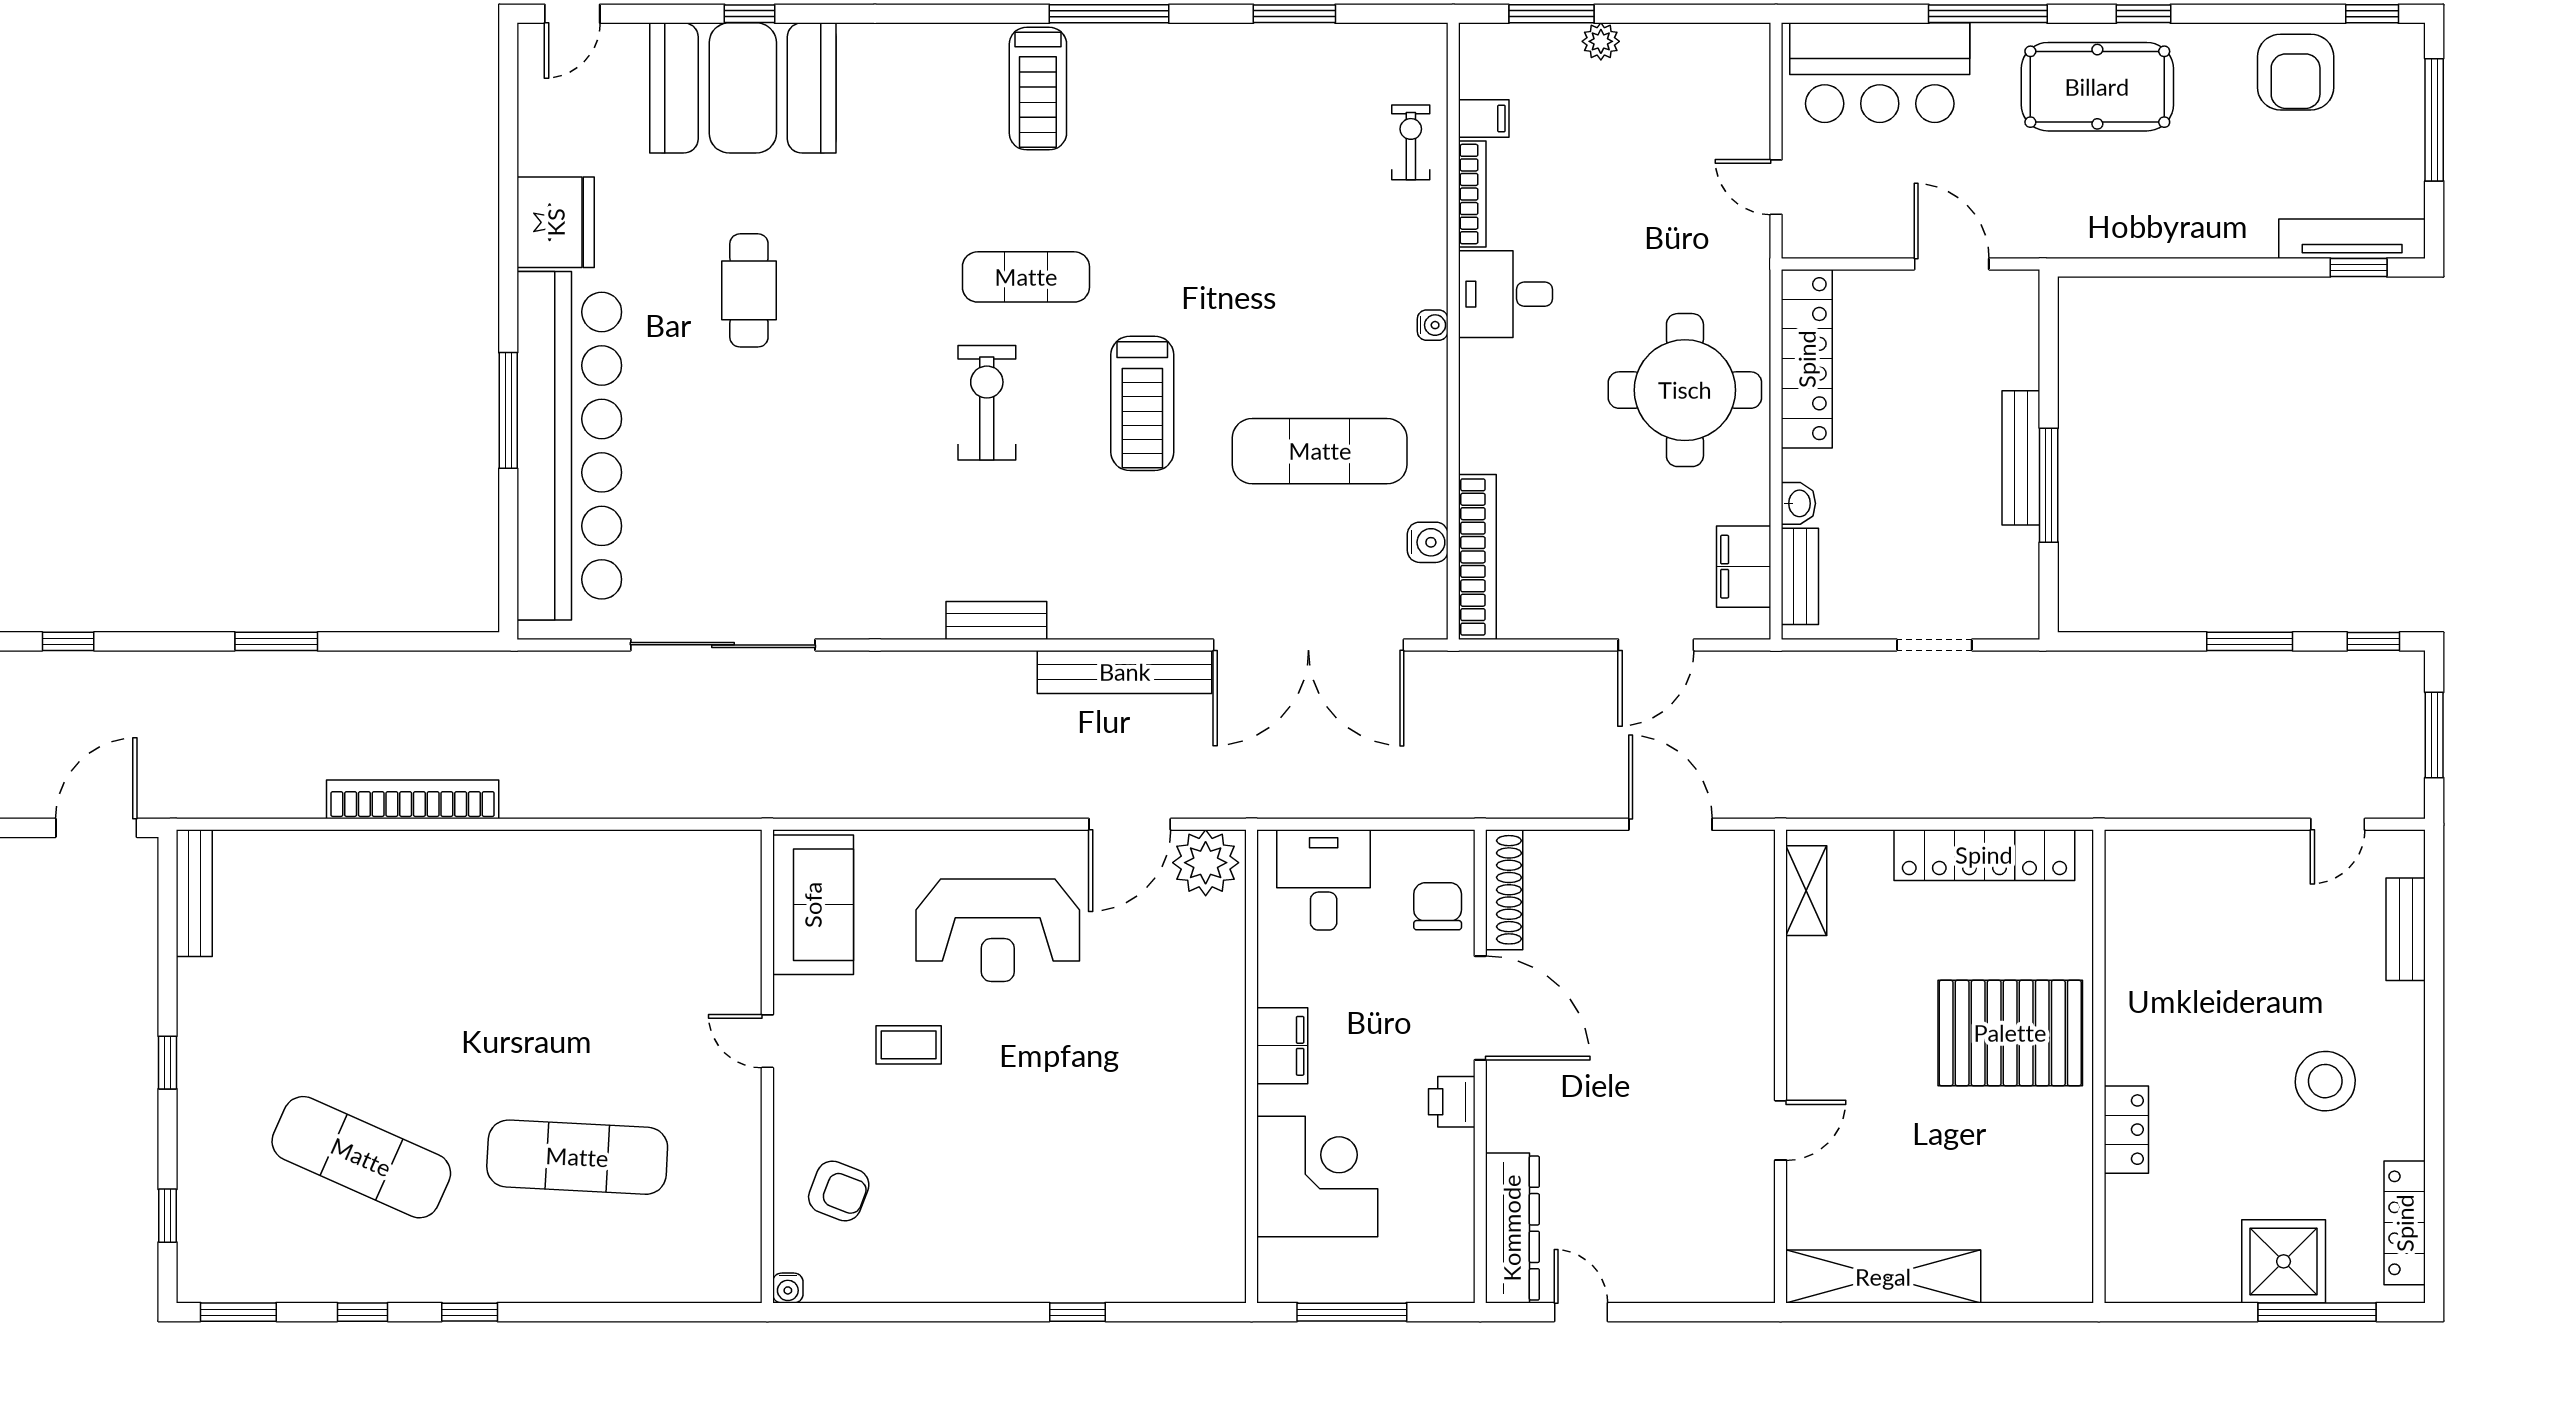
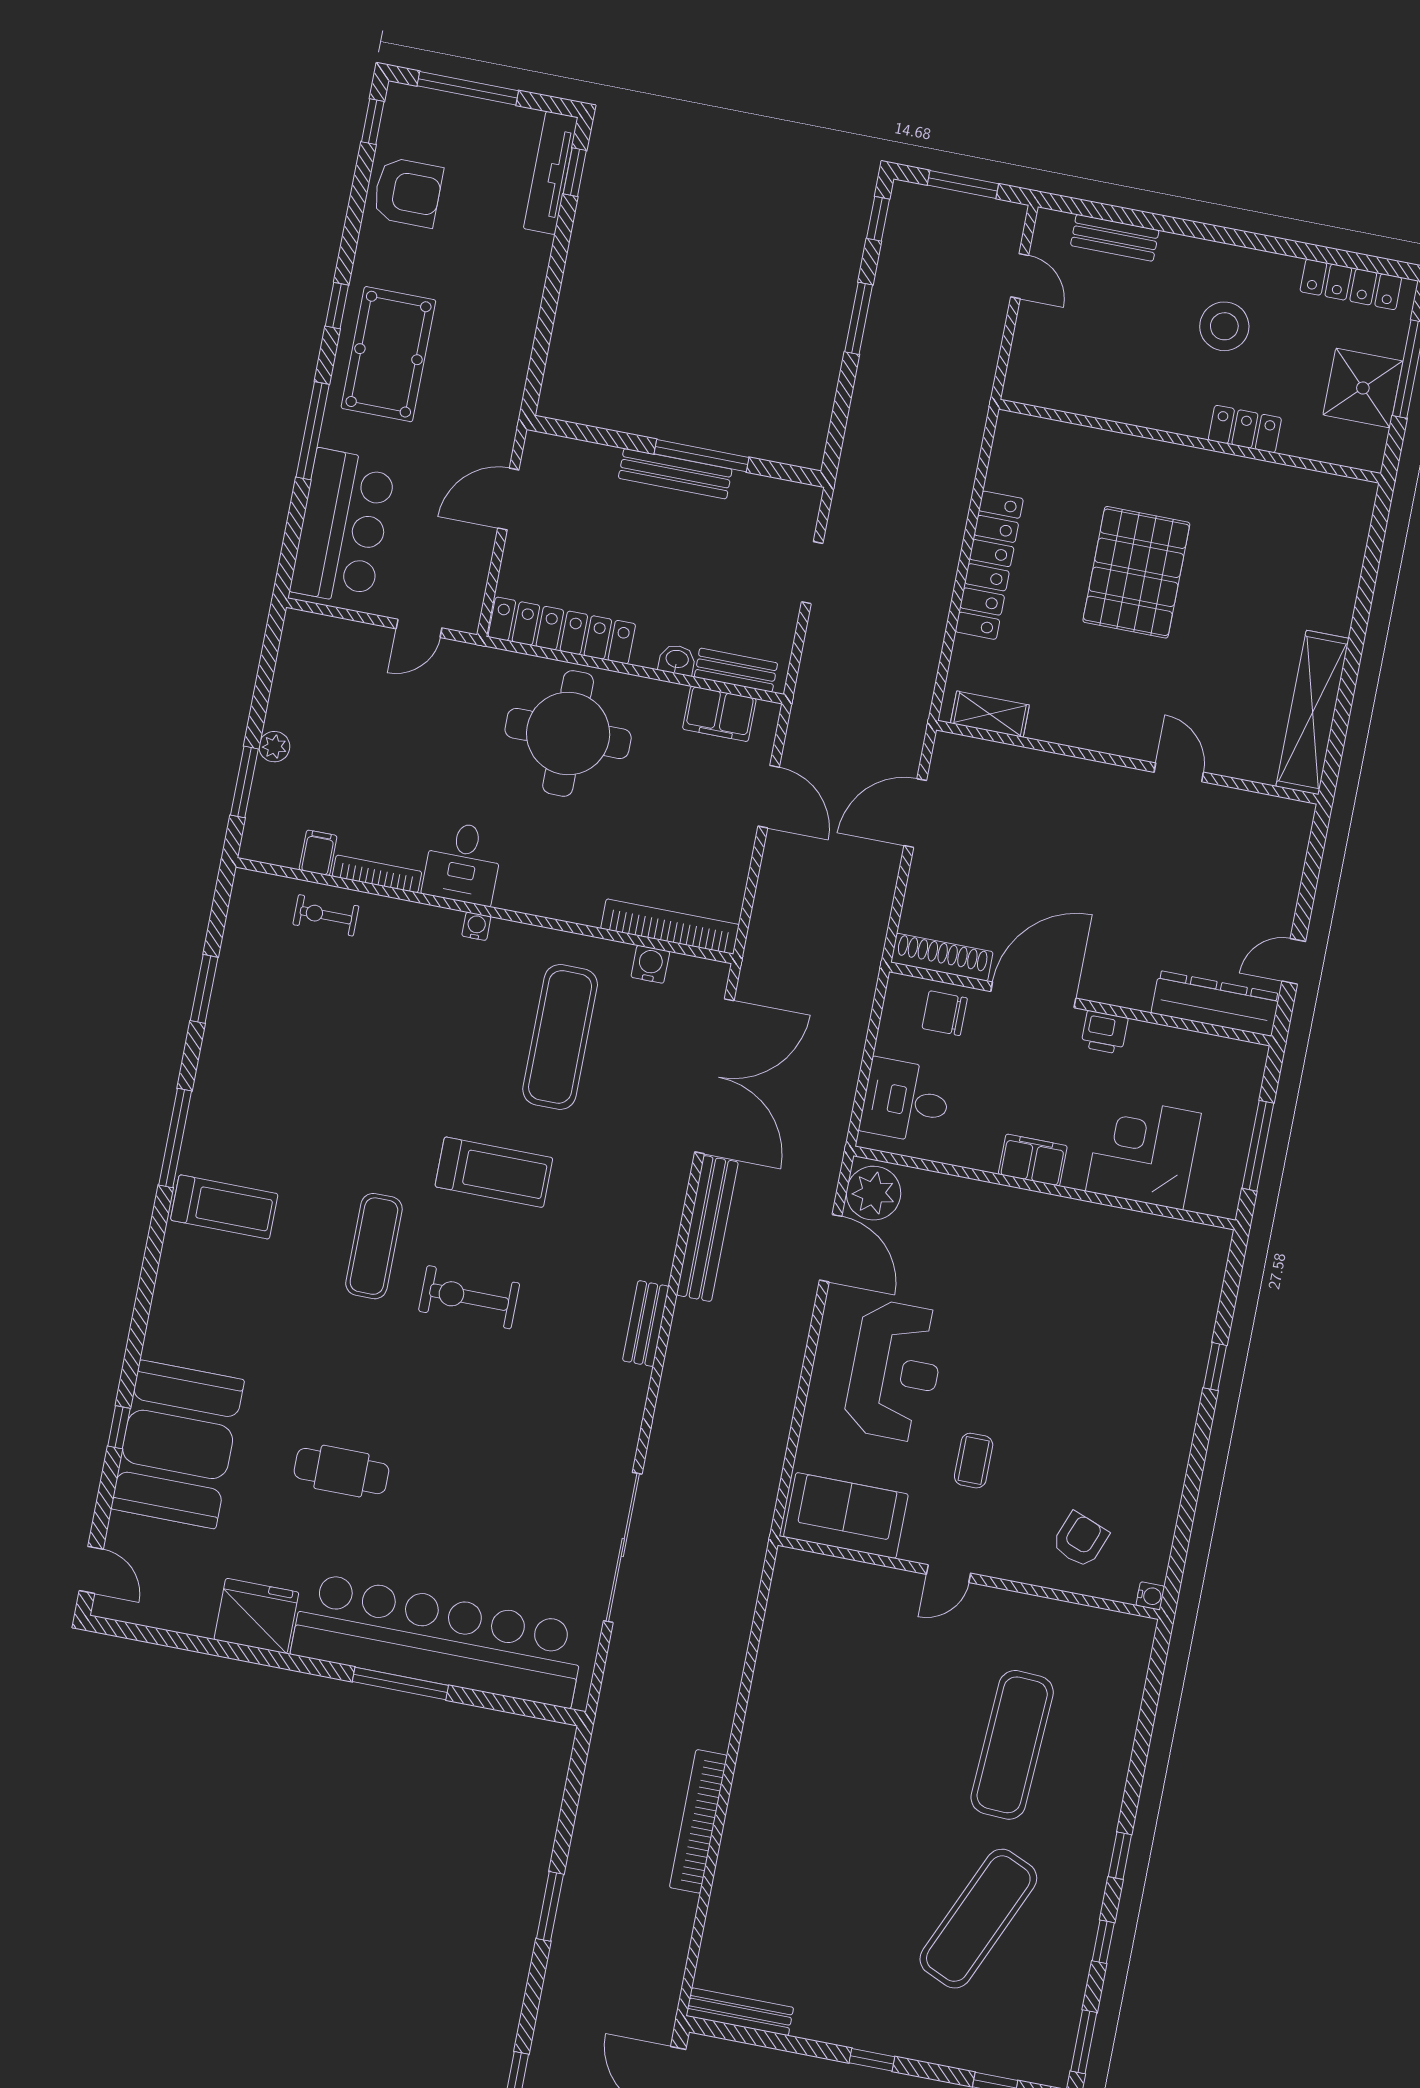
wall: (2099, 1066) -> (1190, 441), moved
locker: (2126, 1130) -> (1245, 429), moved

